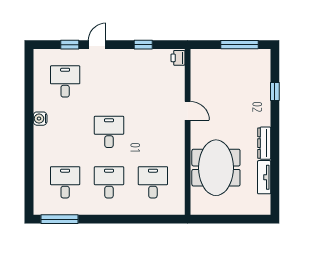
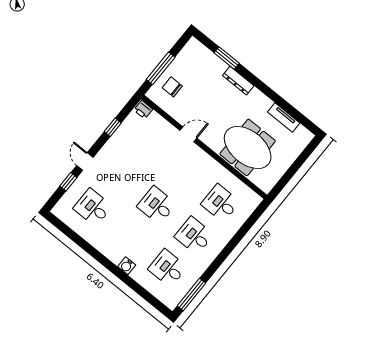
window: (240, 45) -> (161, 68), moved
chair: (215, 66) -> (172, 87), added
window: (275, 92) -> (227, 58), width x1.50
water cooler: (40, 119) -> (127, 266), moved
dresser: (264, 143) -> (238, 81), moved

